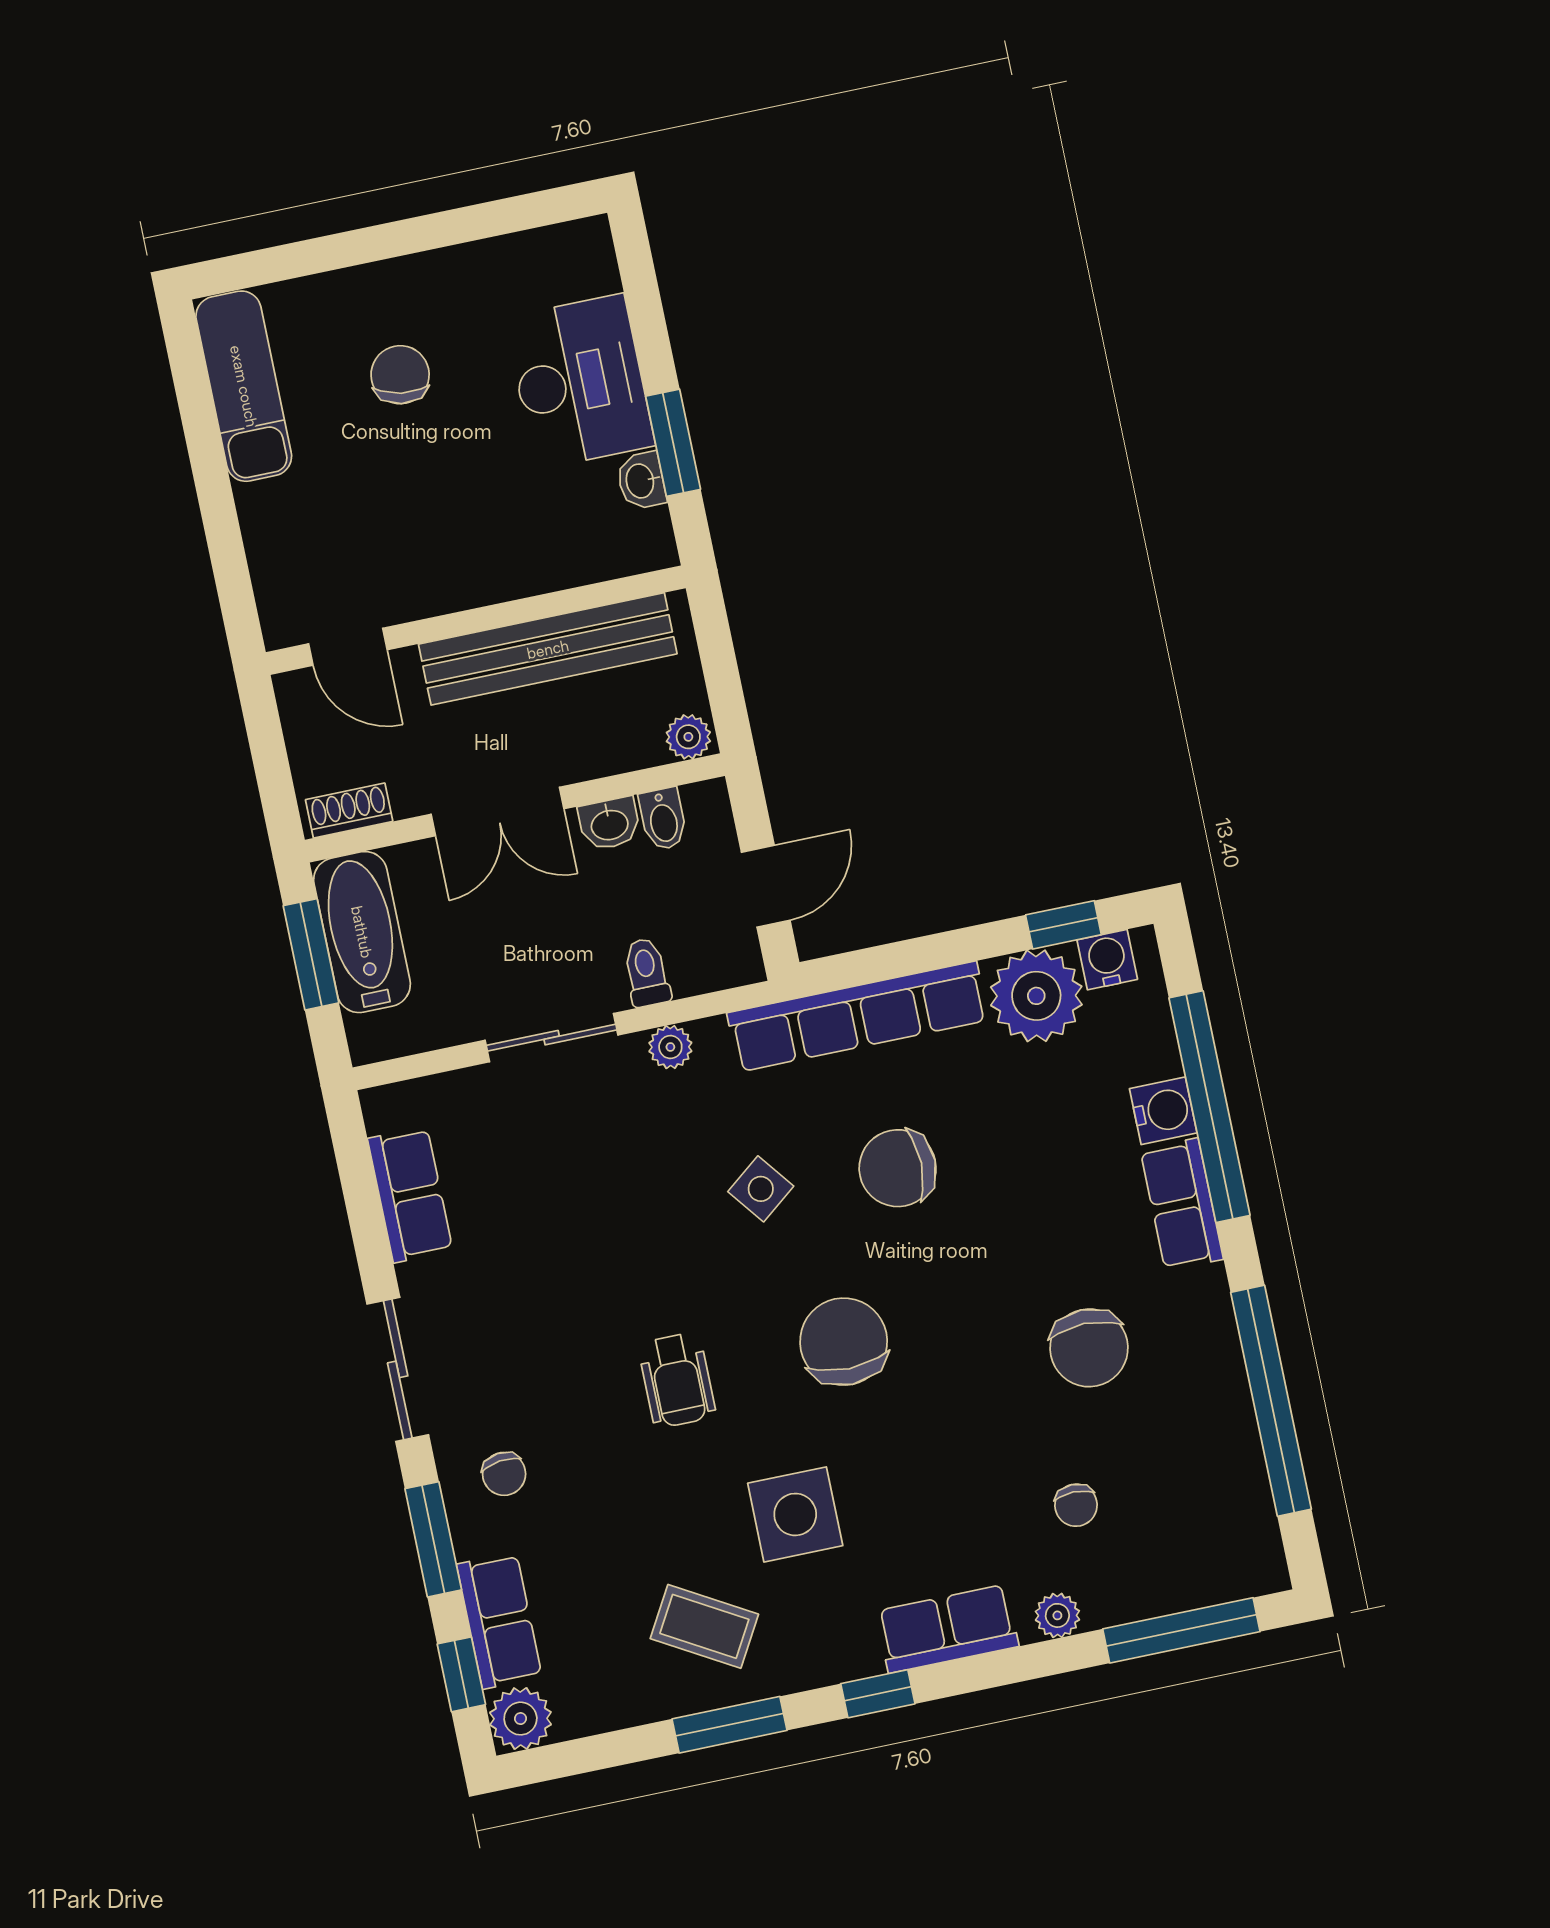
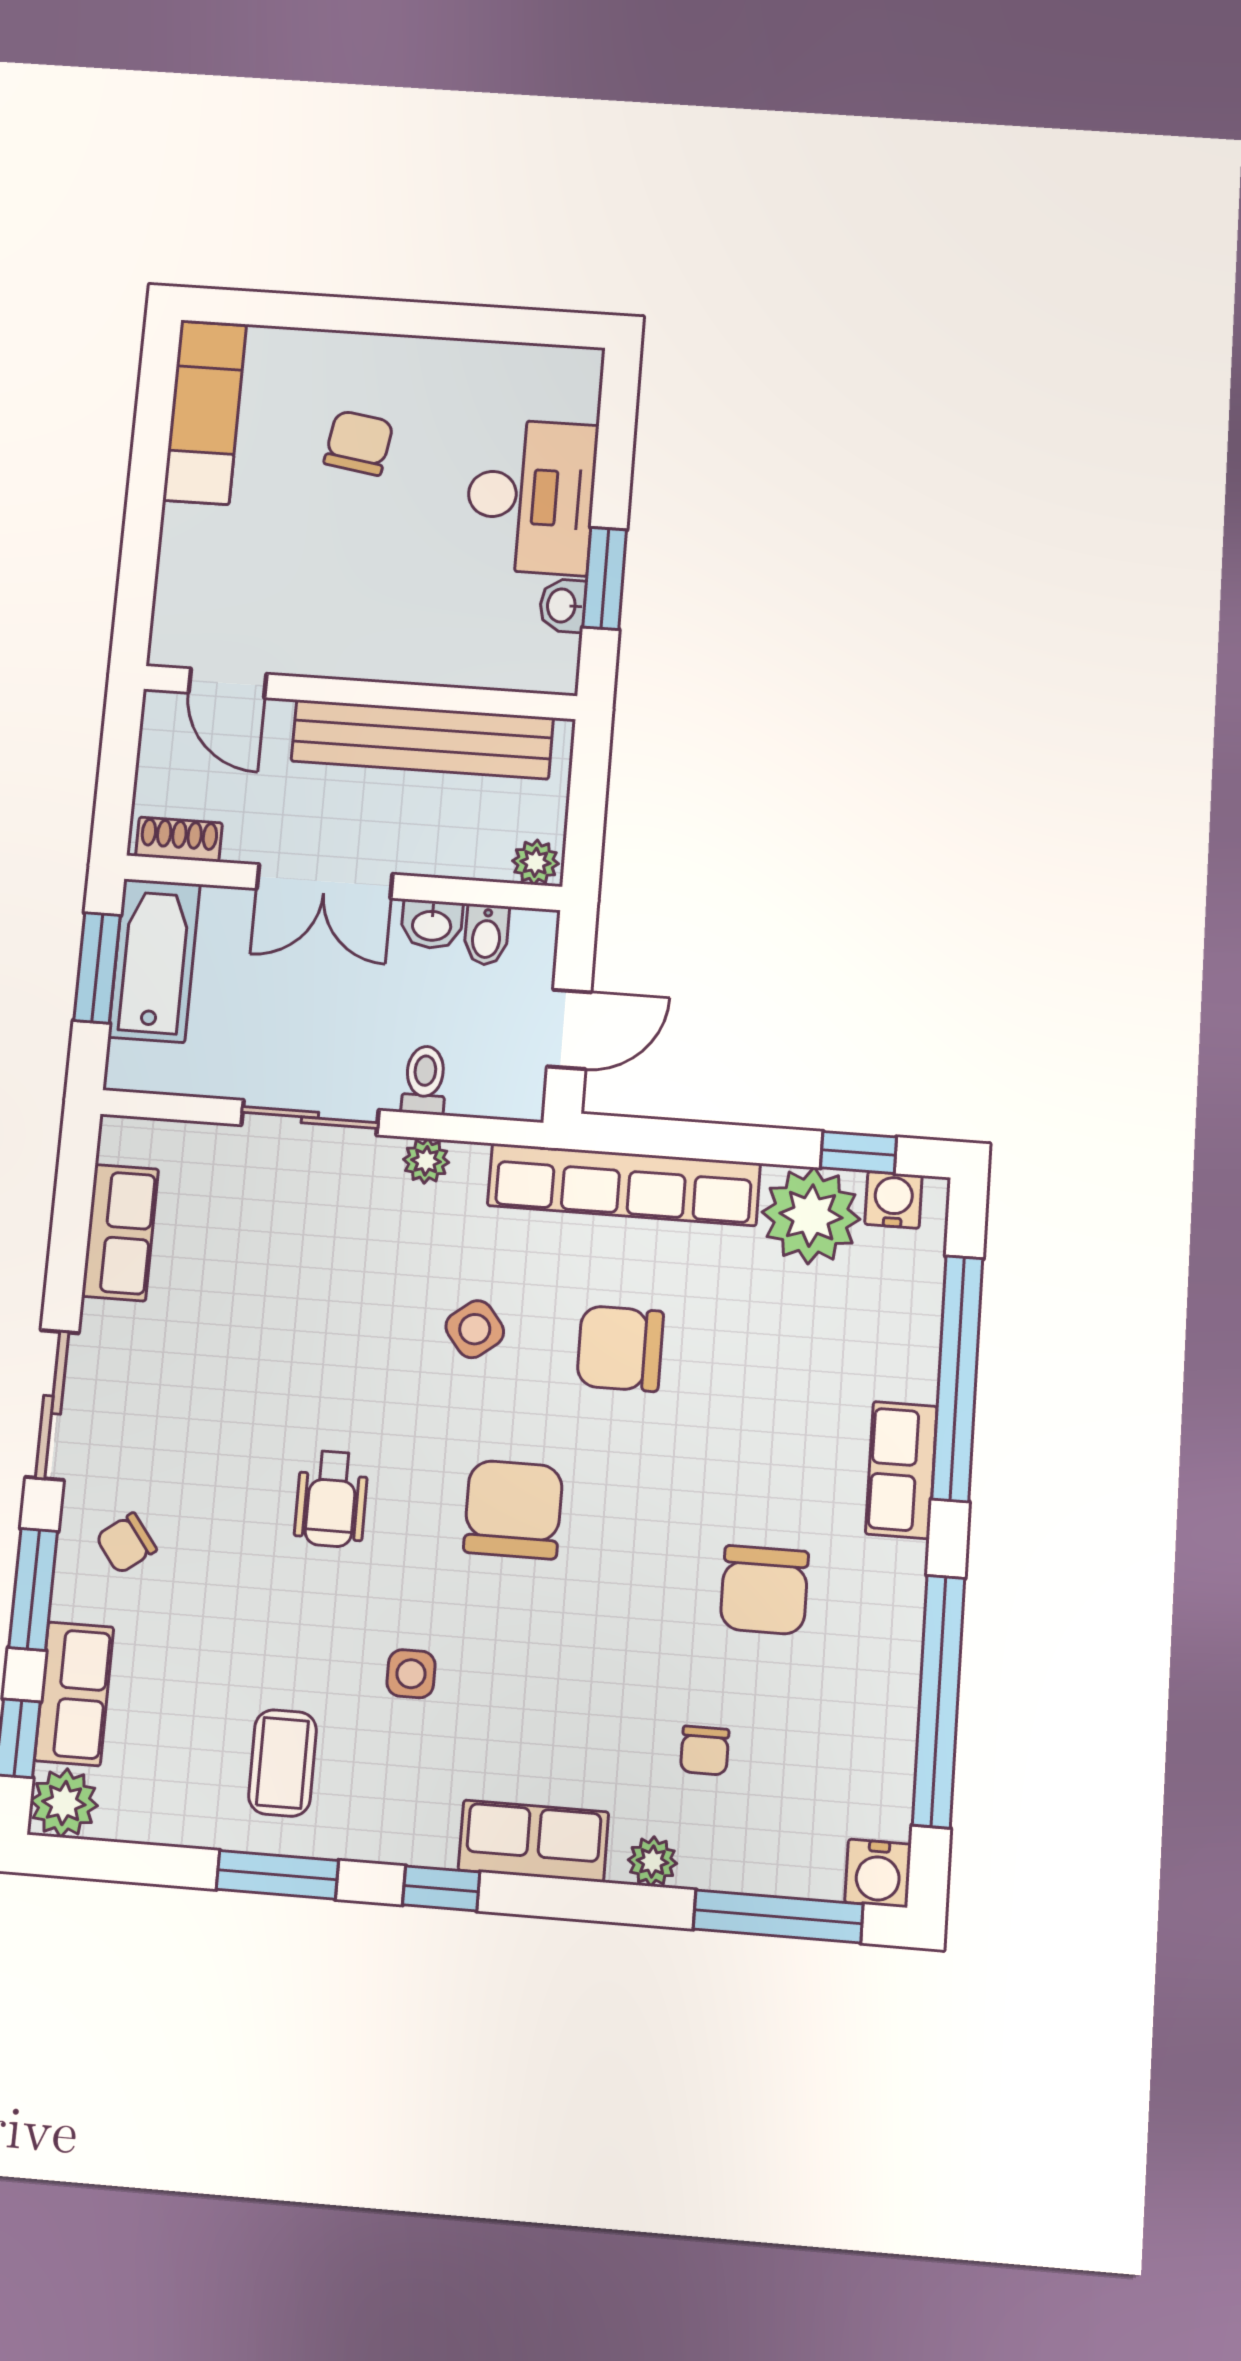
water cooler: (1163, 1111) -> (878, 1873), moved, turned 90
chair: (504, 1474) -> (126, 1543), turned 60
side table: (795, 1514) -> (411, 1674), width x0.54, depth x0.54
coffee table: (704, 1626) -> (283, 1763), turned 60

